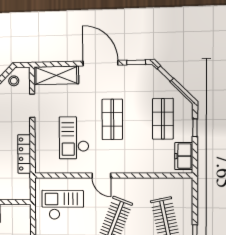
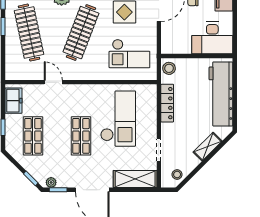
plant: (144, 70) -> (51, 182), added
checkout: (74, 138) -> (118, 119), width x1.36, depth x1.21
door: (101, 175) -> (53, 82), moved
stool: (23, 190) -> (169, 68), added

